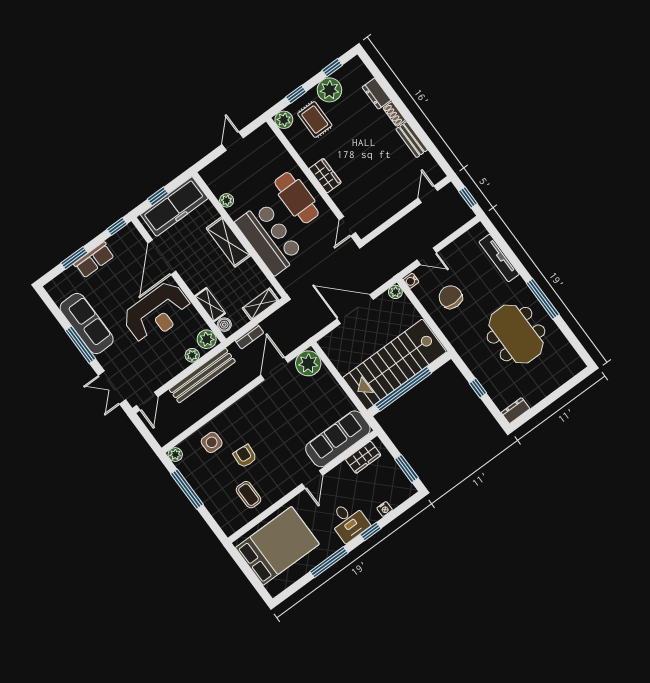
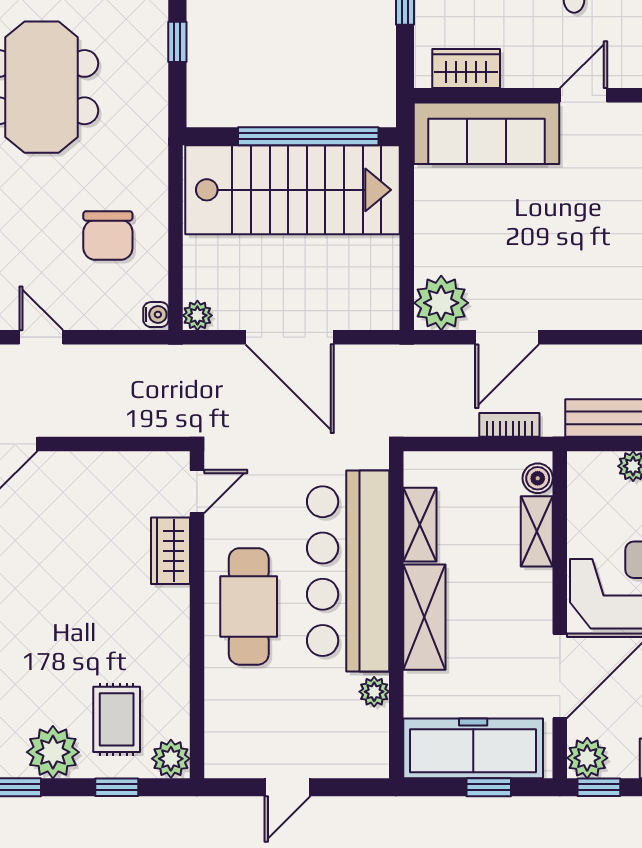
wardrobe: (325, 176) -> (170, 551), moved
bar counter: (269, 238) -> (348, 571), width x1.36
door: (427, 256) -> (41, 337), moved
shelving: (260, 304) -> (420, 525), moved, turned 90
plant: (207, 339) -> (587, 758), moved

